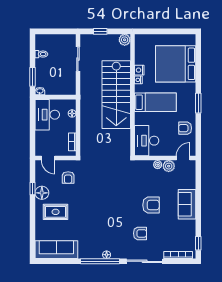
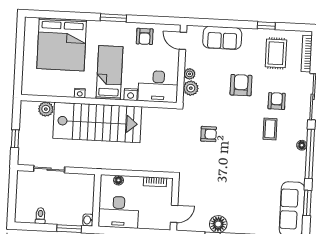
plant: (125, 40) -> (46, 109), moved
nightstand: (139, 70) -> (131, 95), moved
plant: (169, 166) -> (191, 88), moved
armchair: (68, 177) -> (209, 134), moved
sofa: (187, 204) -> (222, 38), moved
rug: (56, 212) -> (276, 53), moved
coffee table: (118, 229) -> (270, 129), added
window: (198, 243) -> (266, 26), moved
window: (62, 261) -> (307, 203), added

